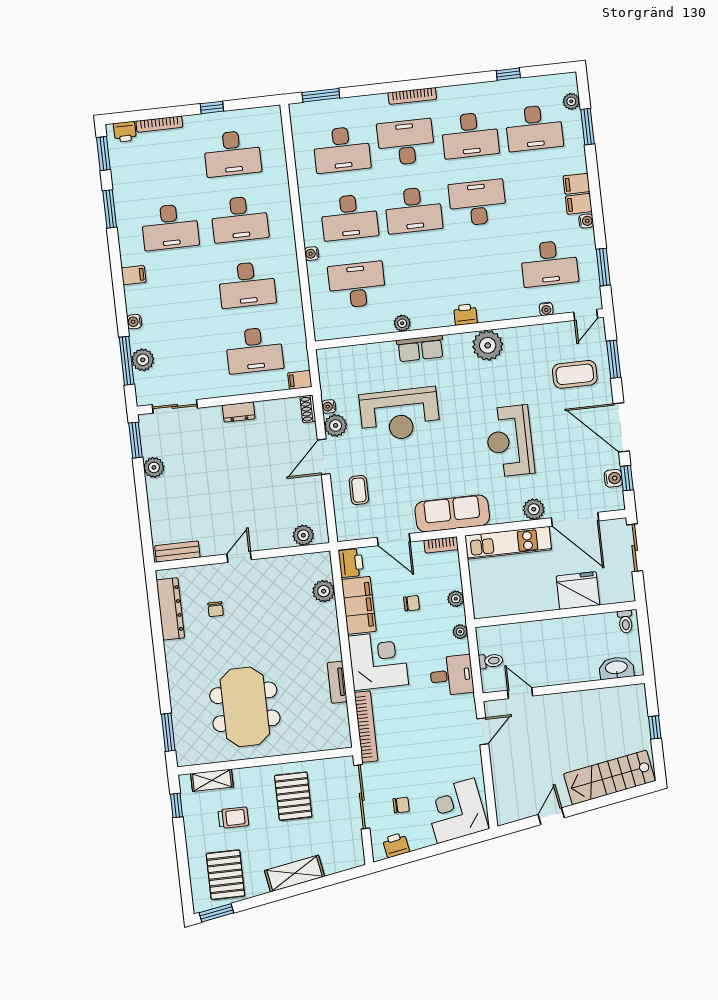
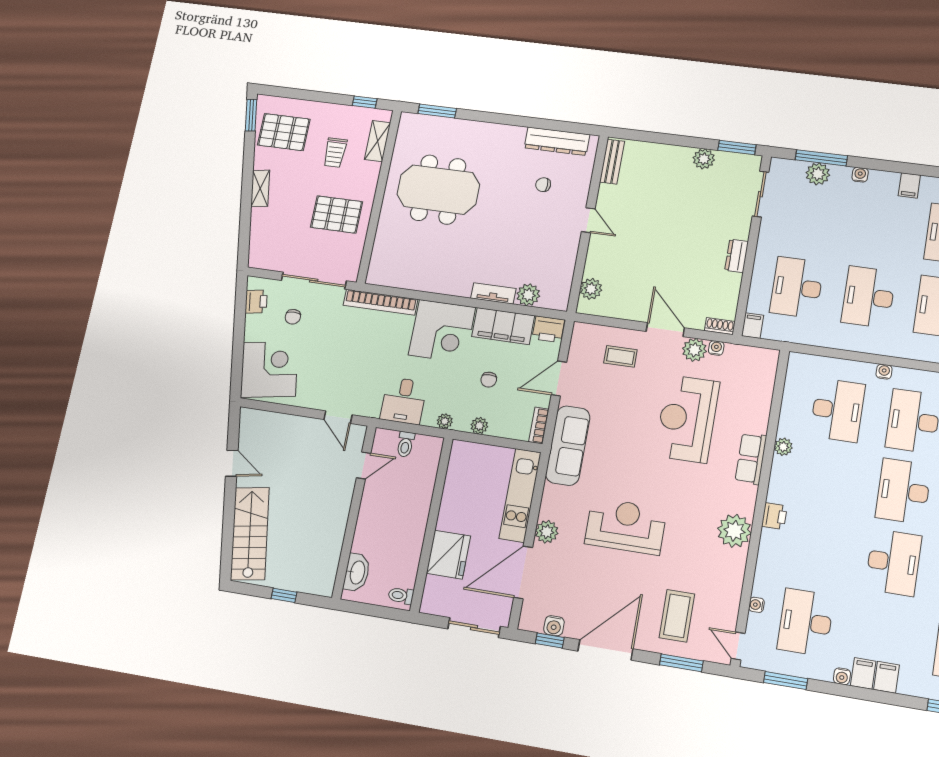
tv unit: (337, 682) -> (493, 293), moved
shelving: (295, 873) -> (260, 188), width x0.67, depth x0.75

